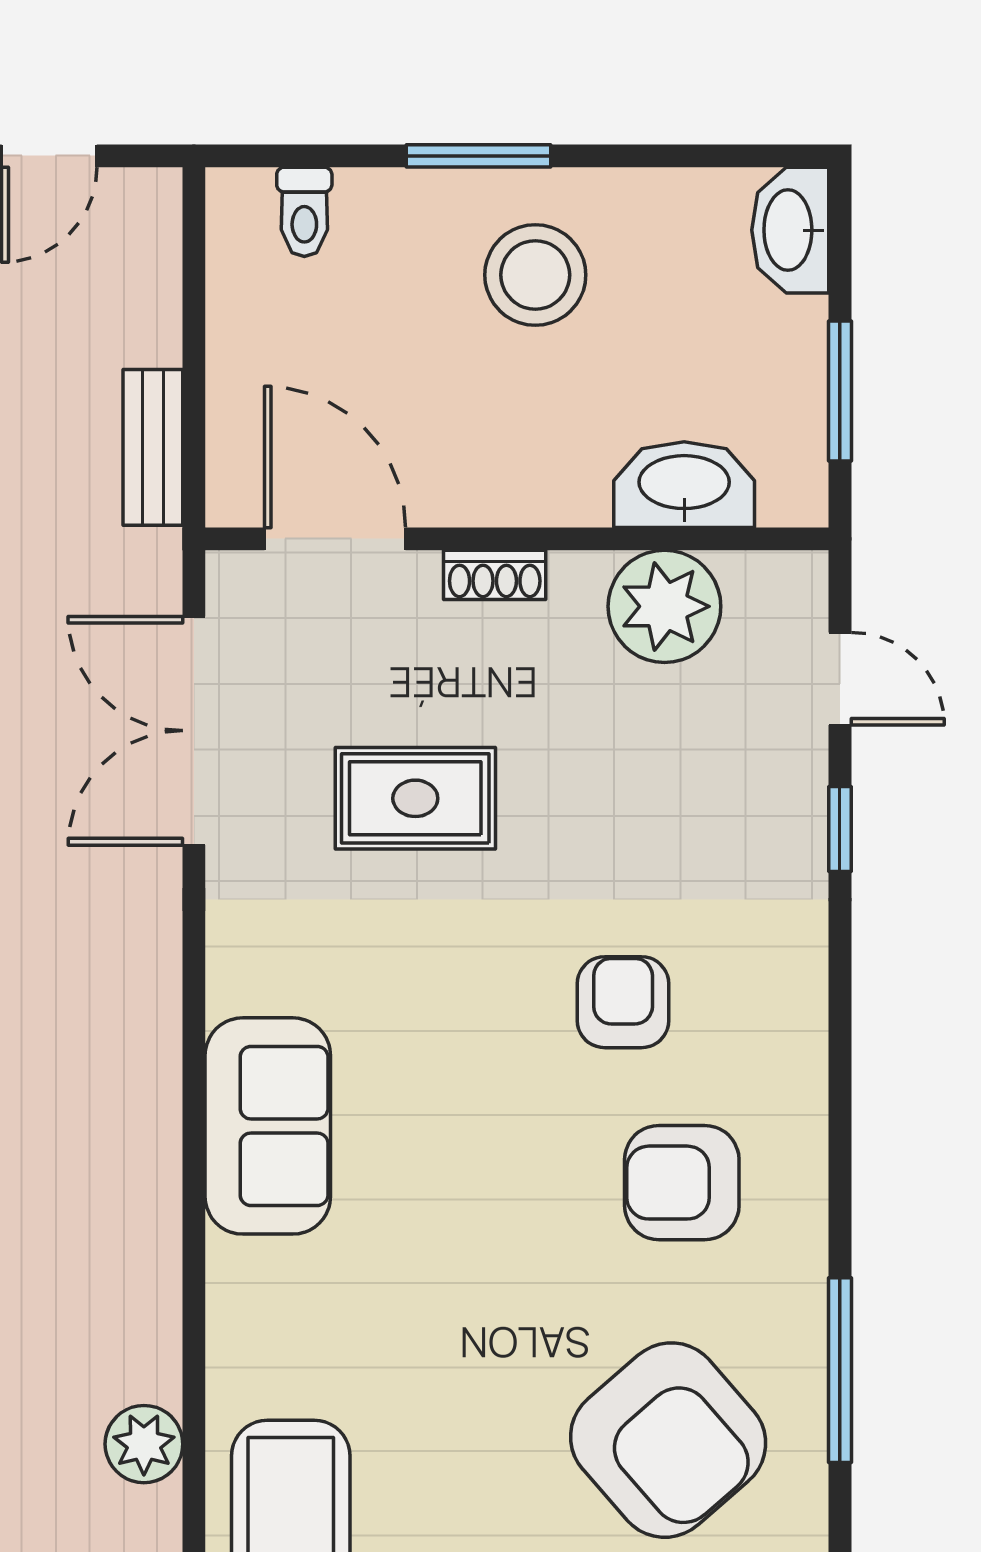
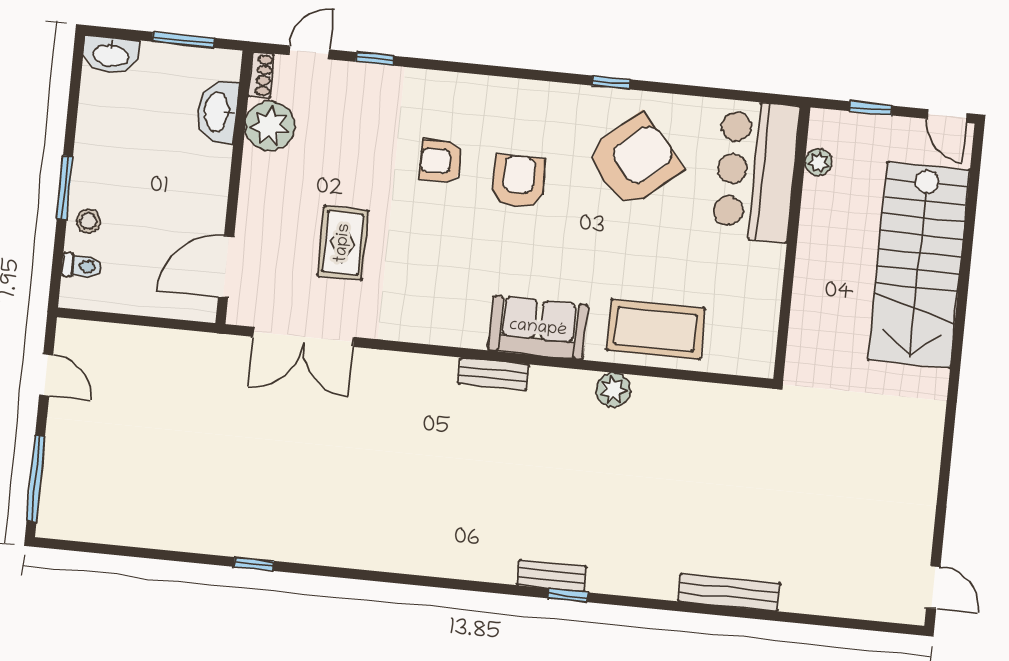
stool: (535, 275) -> (88, 221), moved, width x0.53, depth x0.53
bench: (153, 447) -> (494, 374), moved
shoe rack: (495, 575) -> (261, 75), moved
sofa: (268, 1126) -> (538, 328), moved
armchair: (682, 1183) -> (519, 181), moved, turned 180
window: (840, 1370) -> (611, 82), width x0.46

